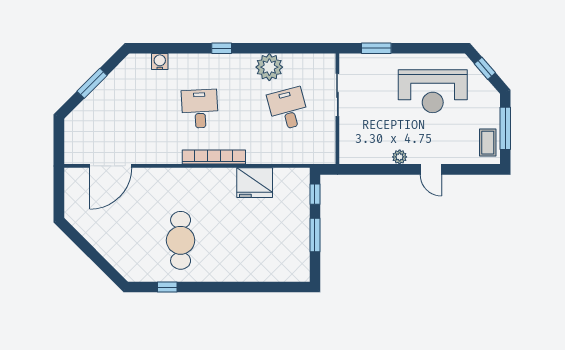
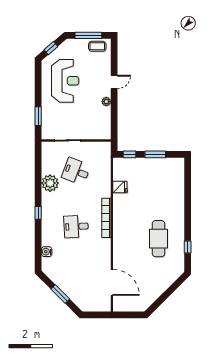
desk: (288, 109) -> (76, 171), turned 36
fridge: (255, 183) -> (120, 187), width x0.53, depth x0.75
cafe table: (181, 240) -> (158, 239), turned 90

